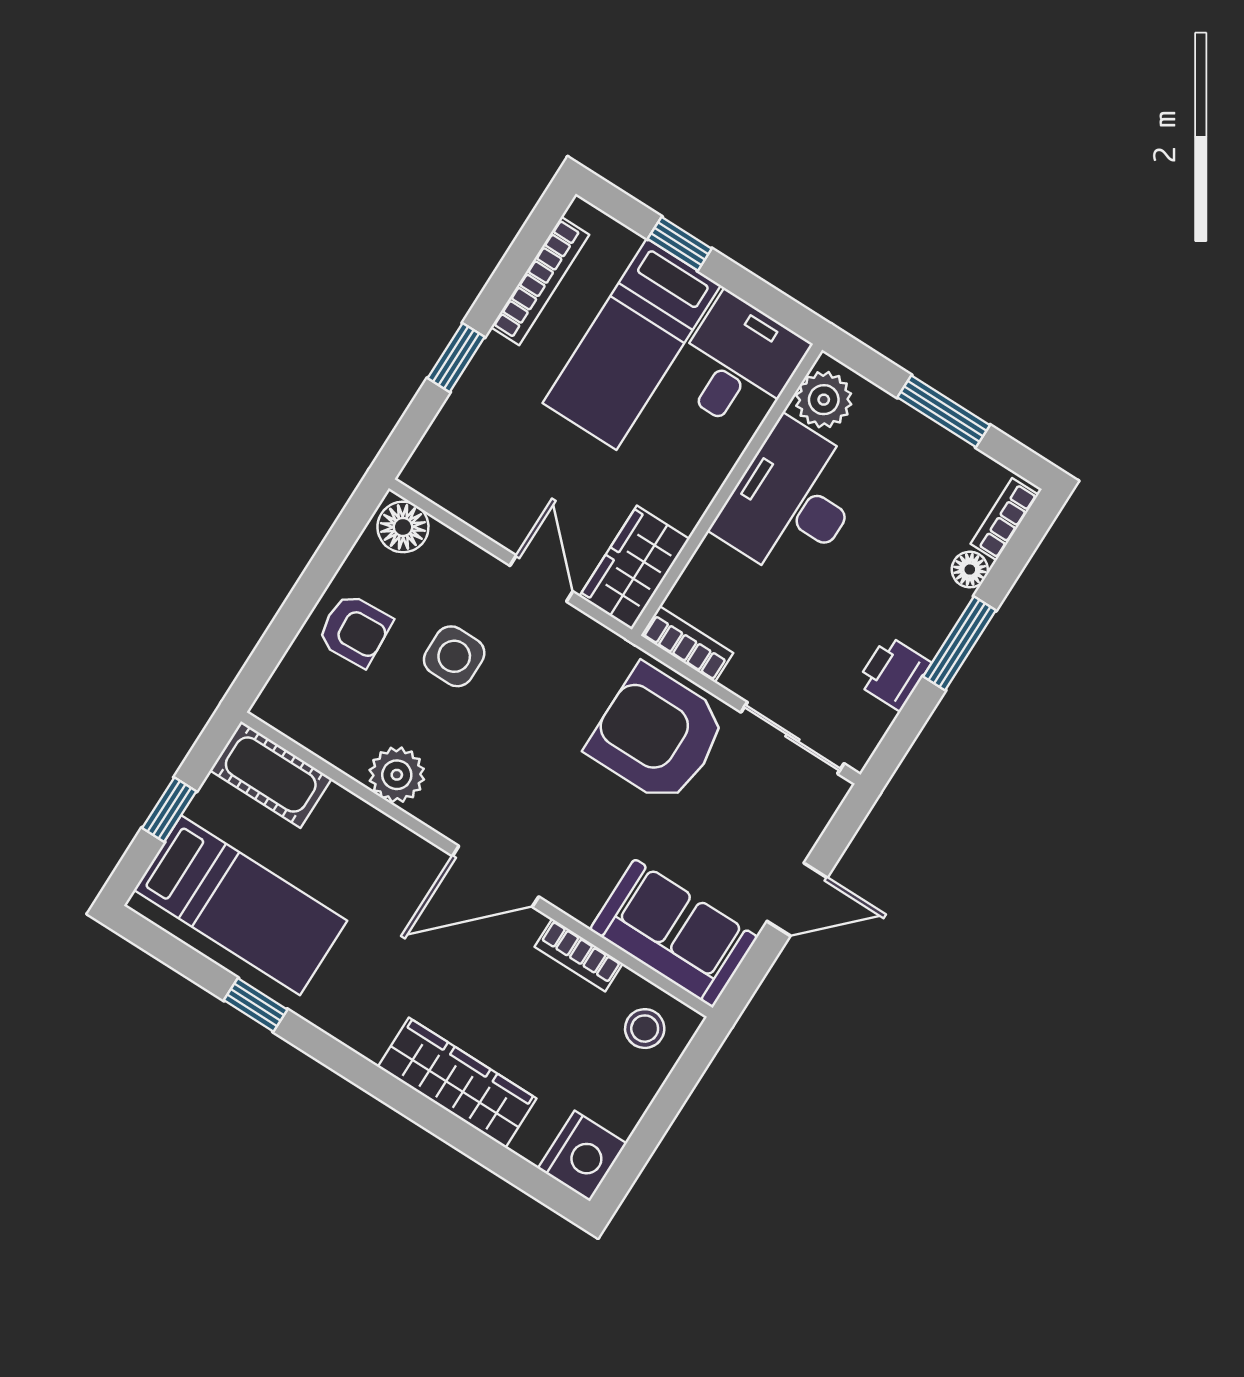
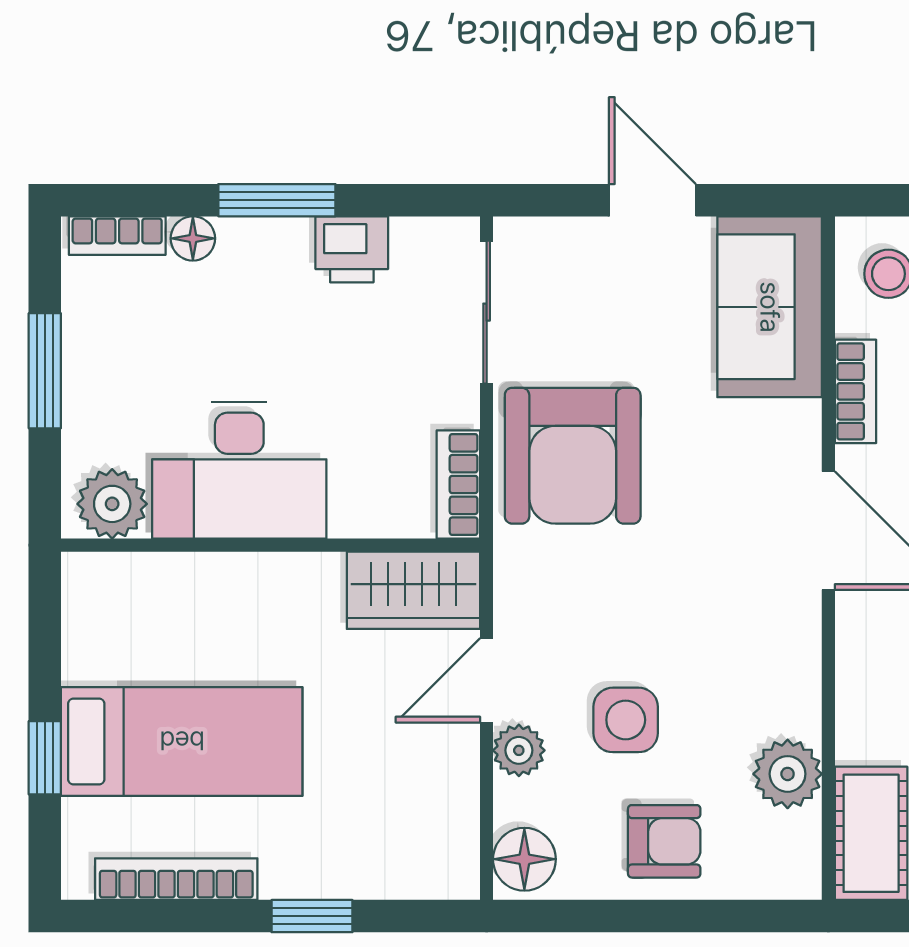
desk: (738, 364) -> (131, 617), removed
plant: (480, 570) -> (519, 750), added
armchair: (355, 630) -> (664, 841), turned 93
plant: (397, 775) -> (788, 774), moved

